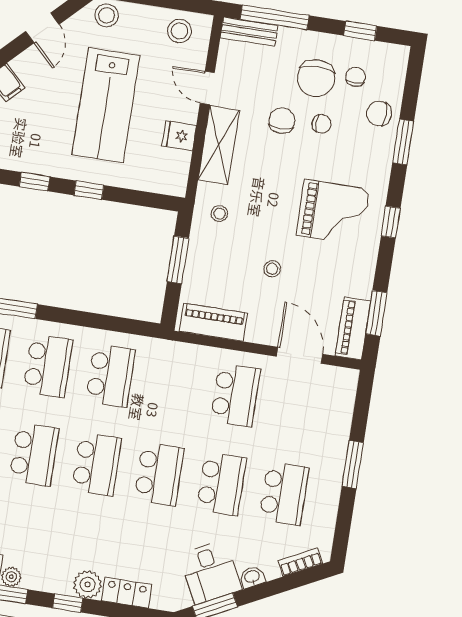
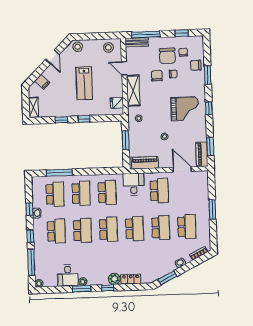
lab bench: (106, 105) -> (84, 83), width x0.73, depth x0.72
fridge: (179, 136) -> (117, 103), moved
desk: (210, 572) -> (134, 184), moved, turned -153

